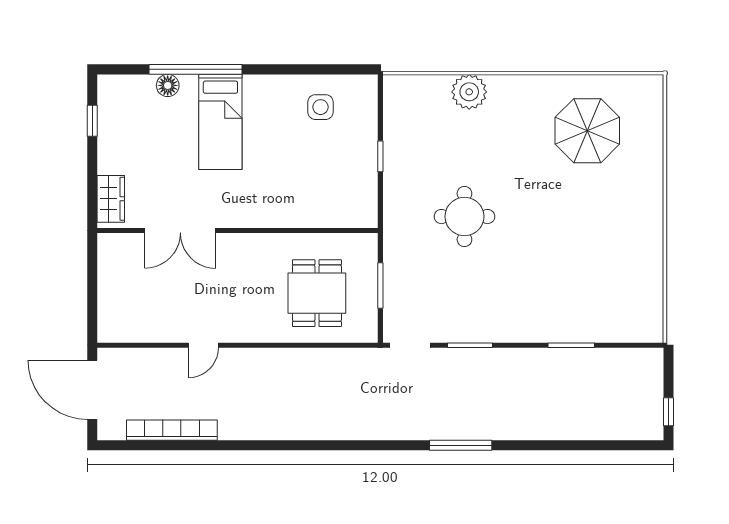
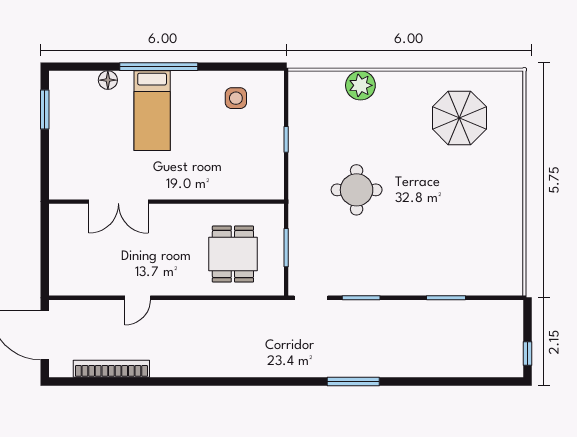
window: (195, 69) -> (159, 67), moved
window: (92, 121) -> (45, 110), width x1.50
wardrobe: (111, 199) -> (60, 175), removed

